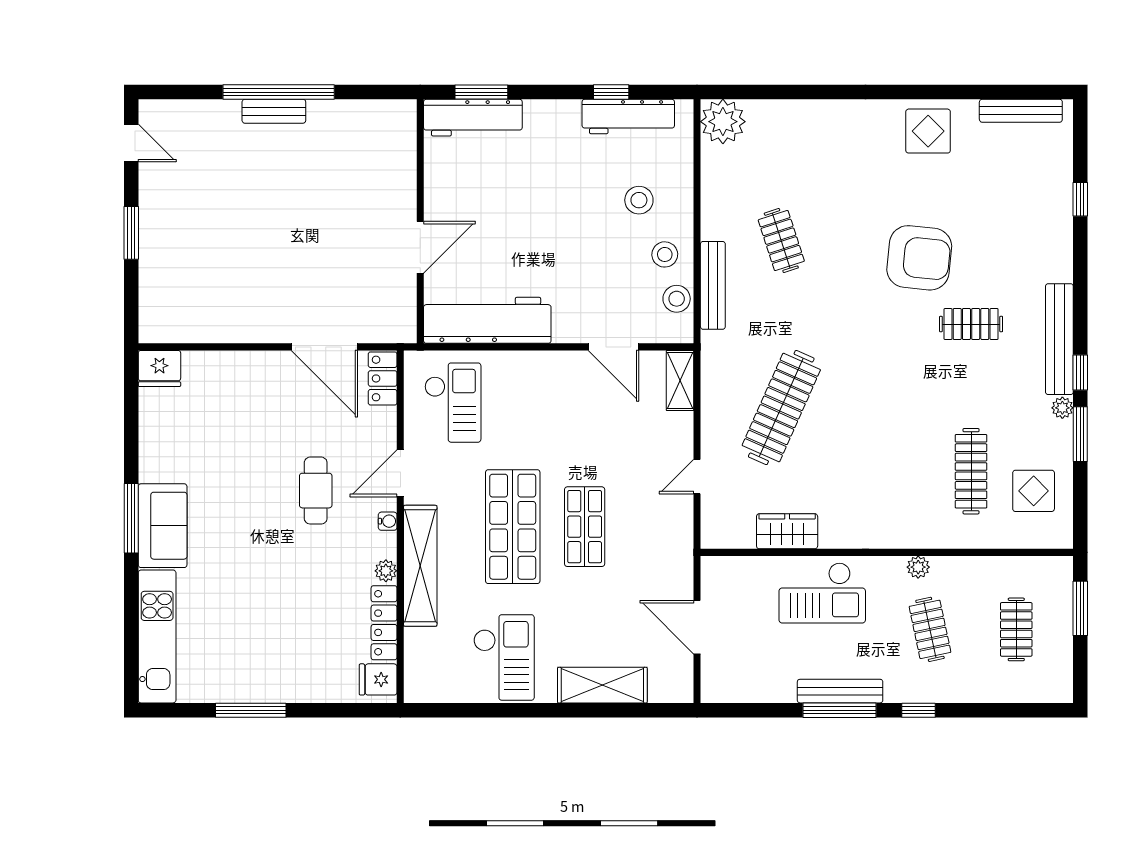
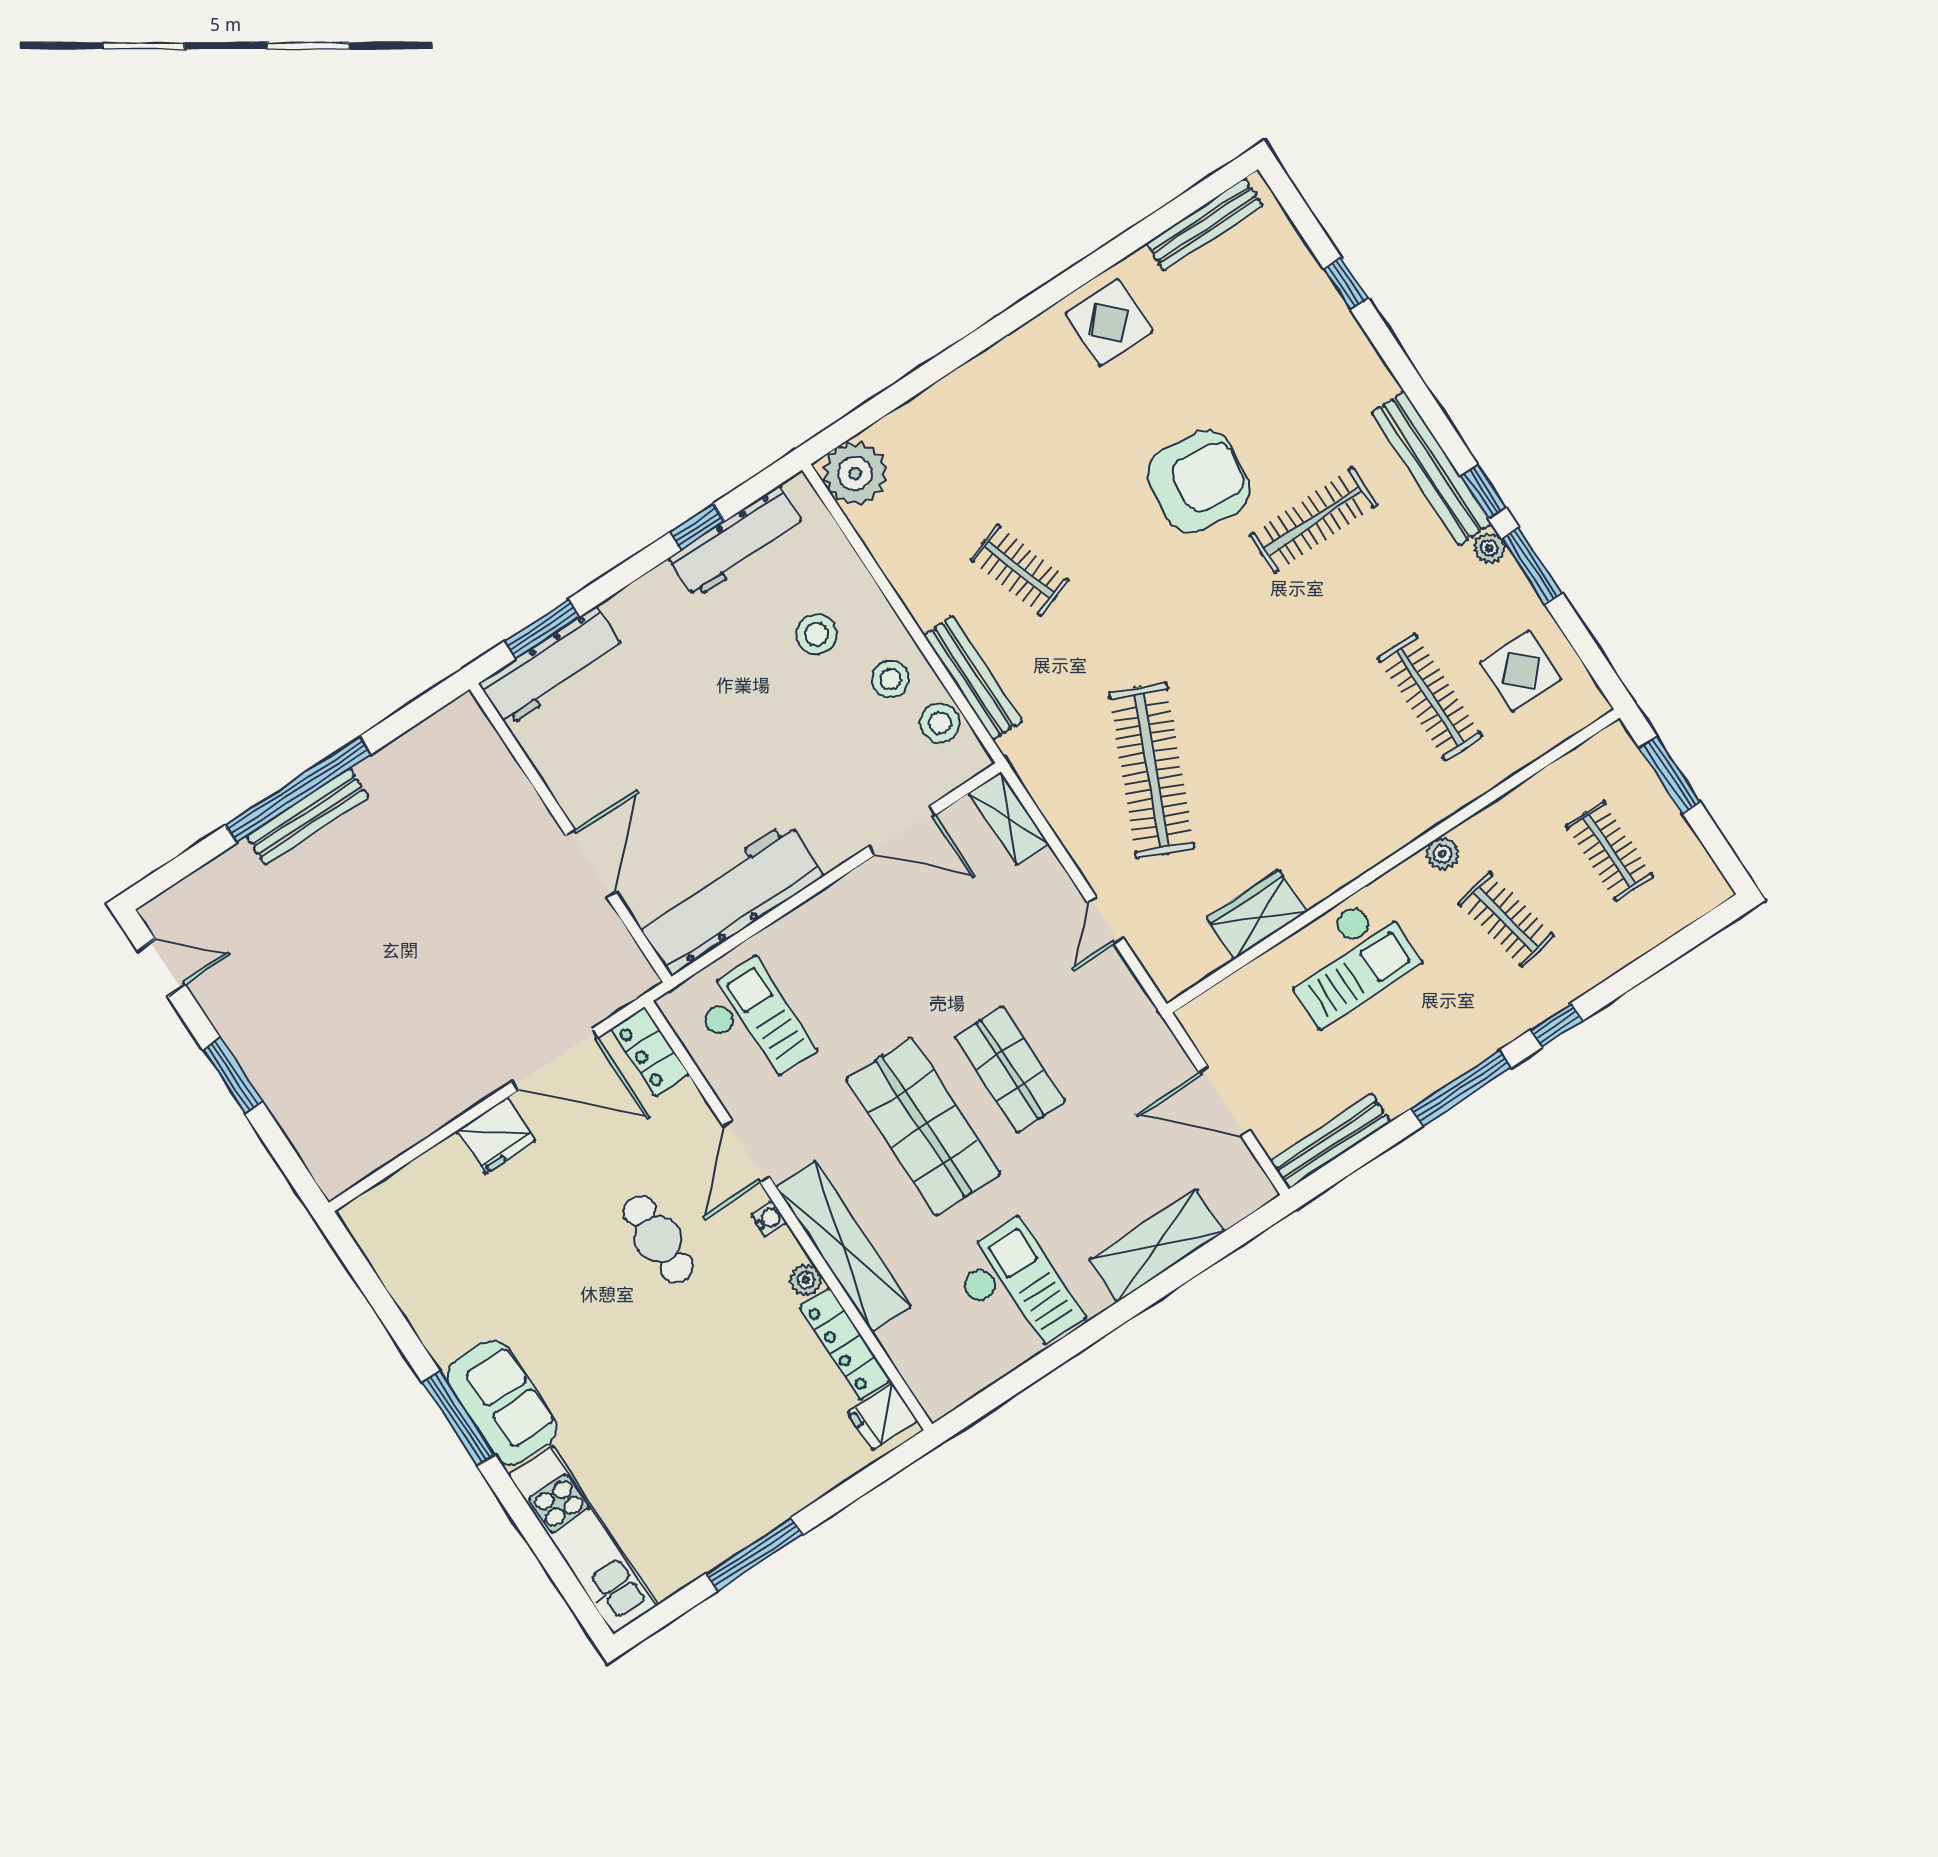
bench: (274, 111) -> (308, 817), width x1.36
clothes rail: (971, 324) -> (1313, 520), width x1.36
fridge: (159, 369) -> (496, 1136), moved
bench: (840, 691) -> (1330, 1141), moved

